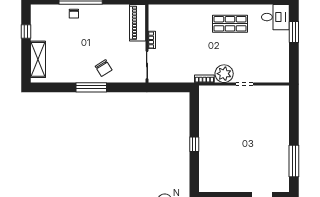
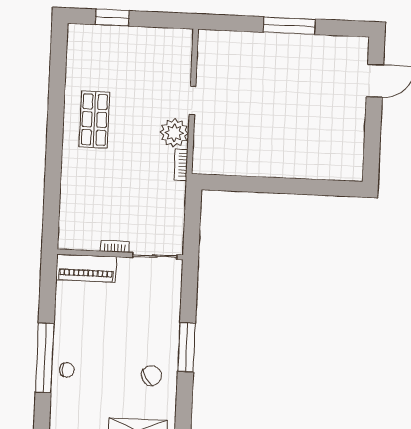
desk: (275, 17) -> (87, 46), removed
chair: (104, 68) -> (151, 376), moved
window: (194, 144) -> (286, 186), removed
window: (294, 161) -> (289, 26), moved

